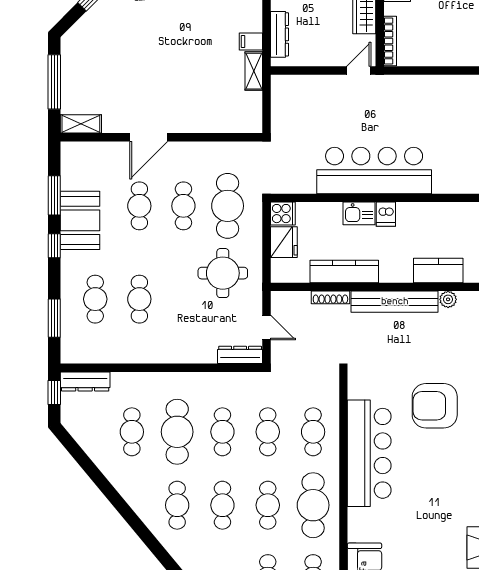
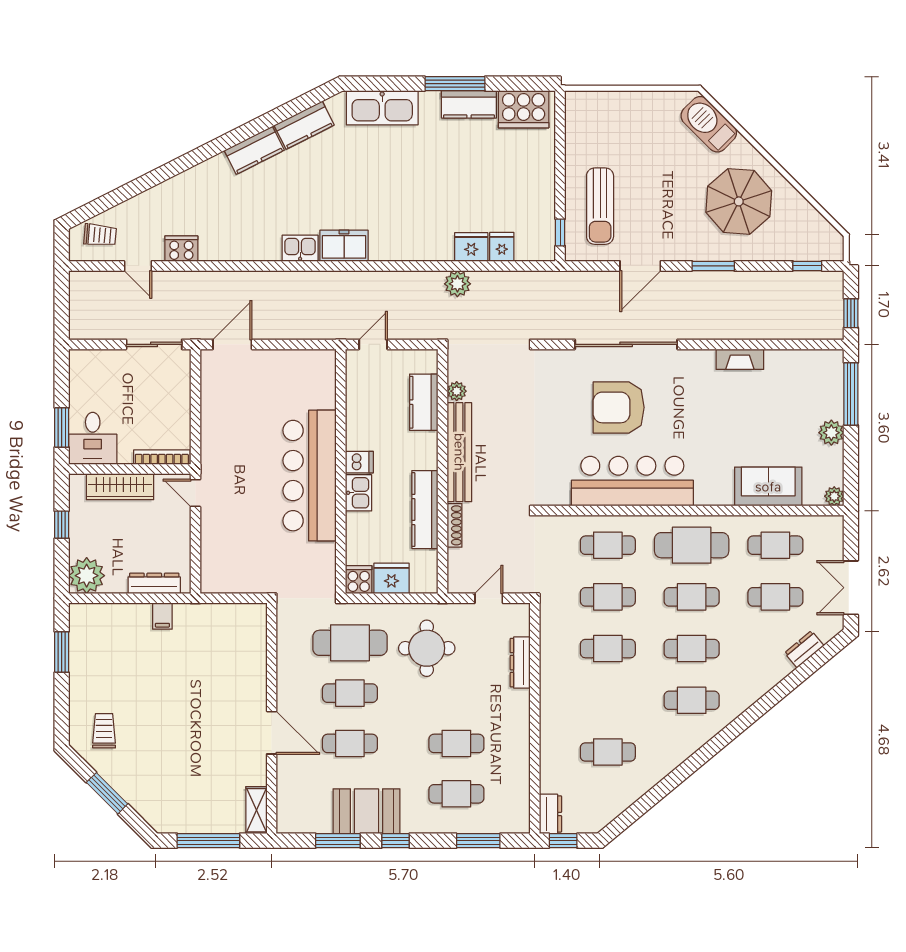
shelving: (254, 71) -> (196, 613), removed
dresser: (240, 355) -> (520, 663), moved
dresser: (85, 381) -> (550, 814), width x0.70
armchair: (435, 406) -> (619, 407), moved, turned 90
cafe table: (177, 432) -> (608, 700), removed

